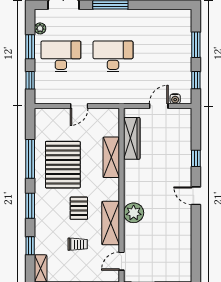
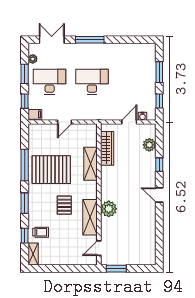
filing cabinet: (43, 97) -> (35, 114), added
plant: (184, 134) -> (149, 145), added
pallet: (63, 165) -> (51, 170), turned 90
trolley: (78, 244) -> (41, 232), moved

